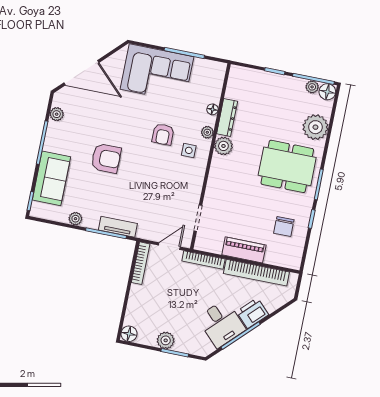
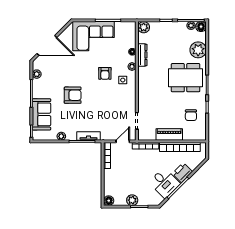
plant: (223, 146) -> (144, 27), moved

